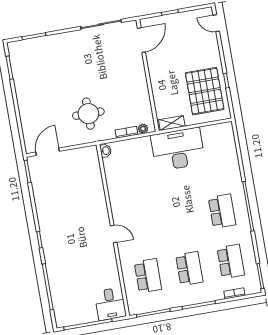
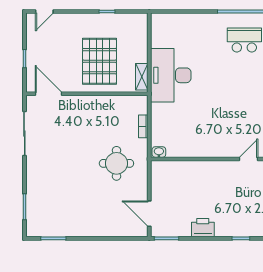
pallet: (205, 91) -> (99, 61), moved, turned 90
plant: (143, 129) -> (142, 108), removed
printer: (43, 203) -> (203, 228), added

